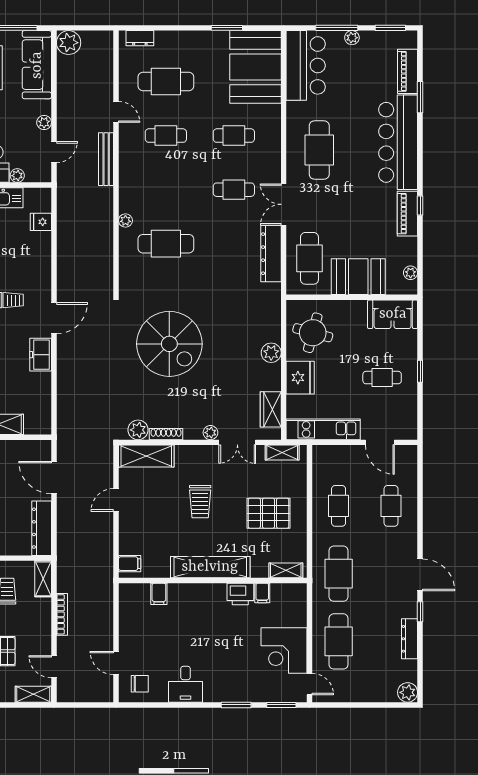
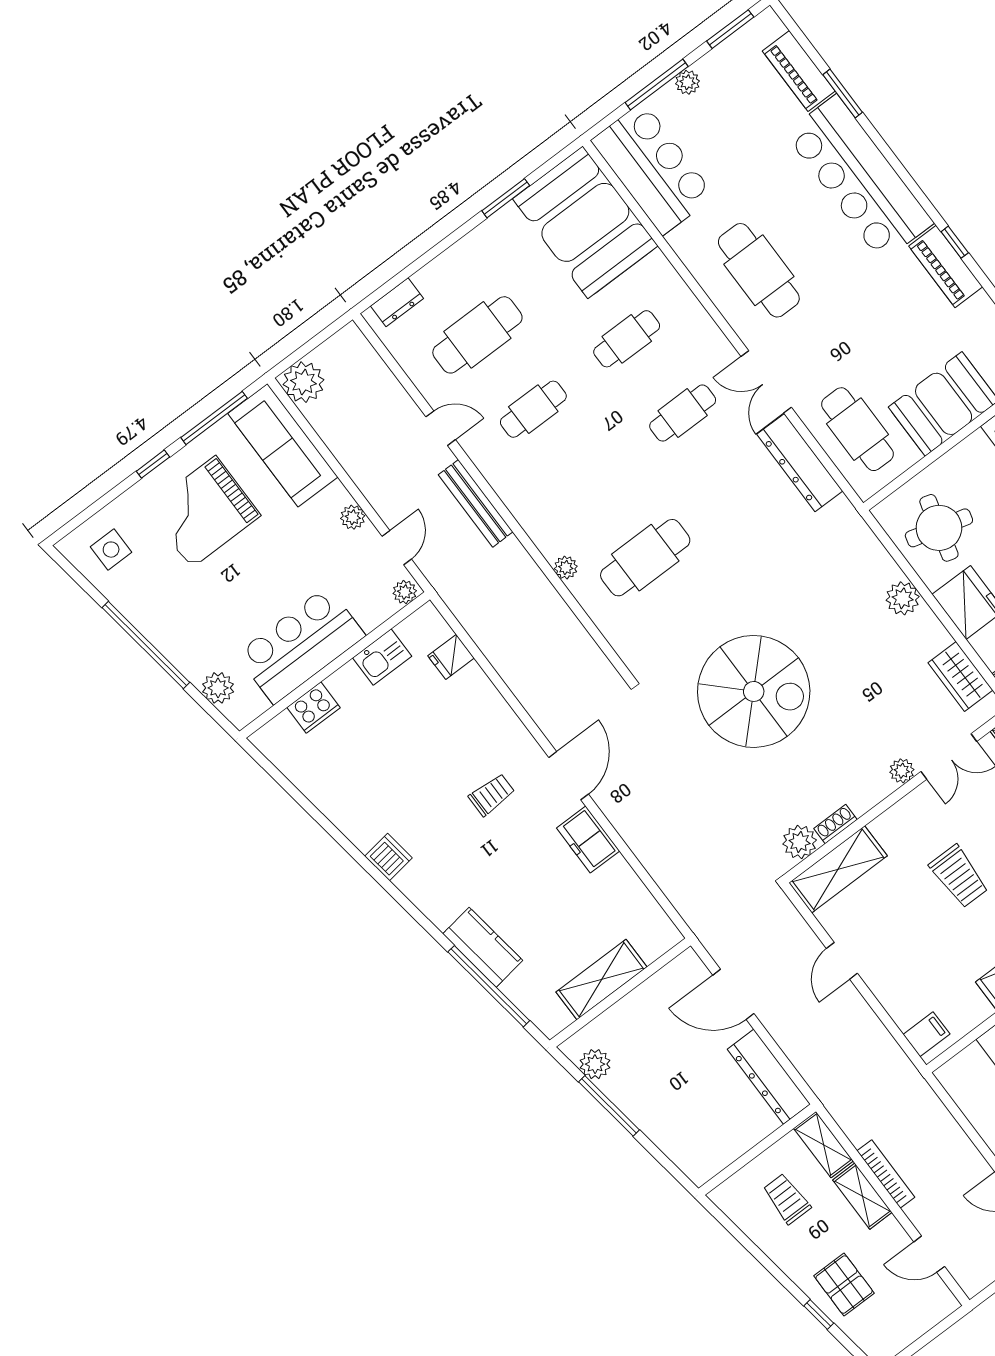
plant: (17, 176) -> (405, 592), moved
shoe rack: (166, 434) -> (836, 824), width x0.70
shelving: (33, 694) -> (862, 1196), moved, turned 90

